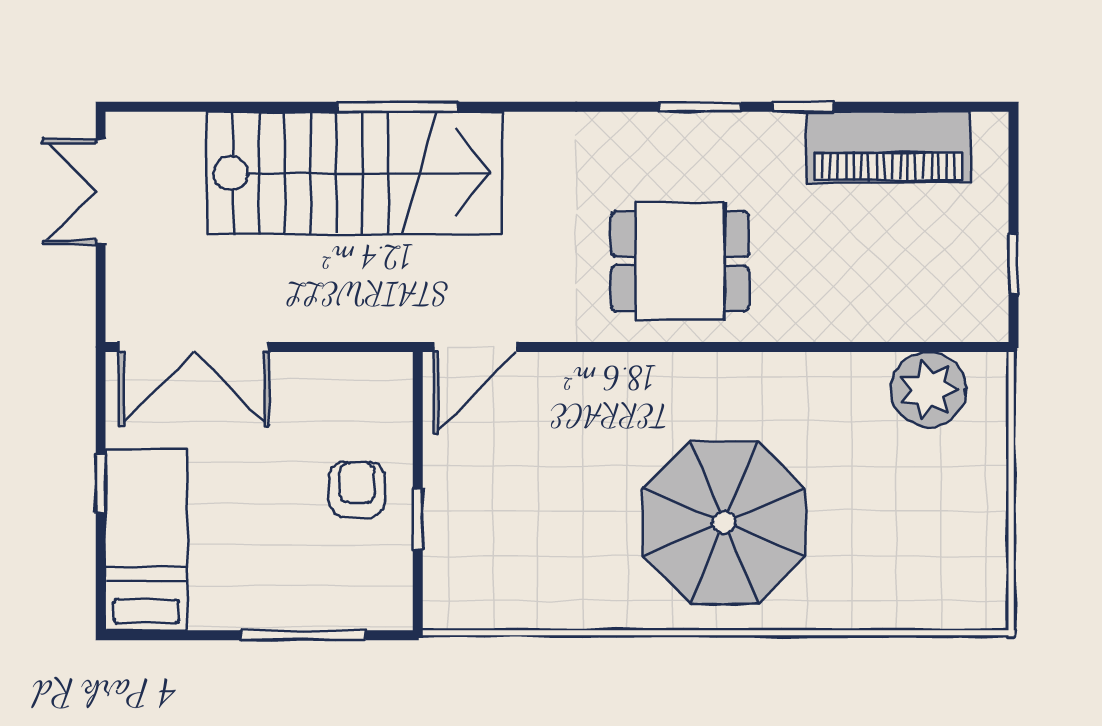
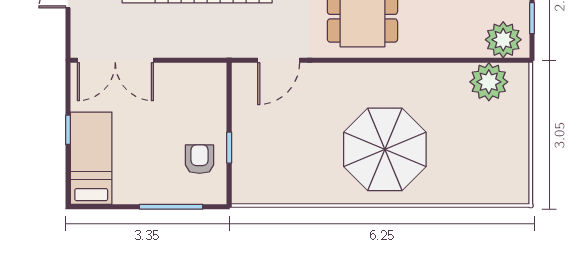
plant: (957, 307) -> (503, 40), added
door: (475, 347) -> (279, 60), moved
armchair: (357, 490) -> (199, 159), moved

